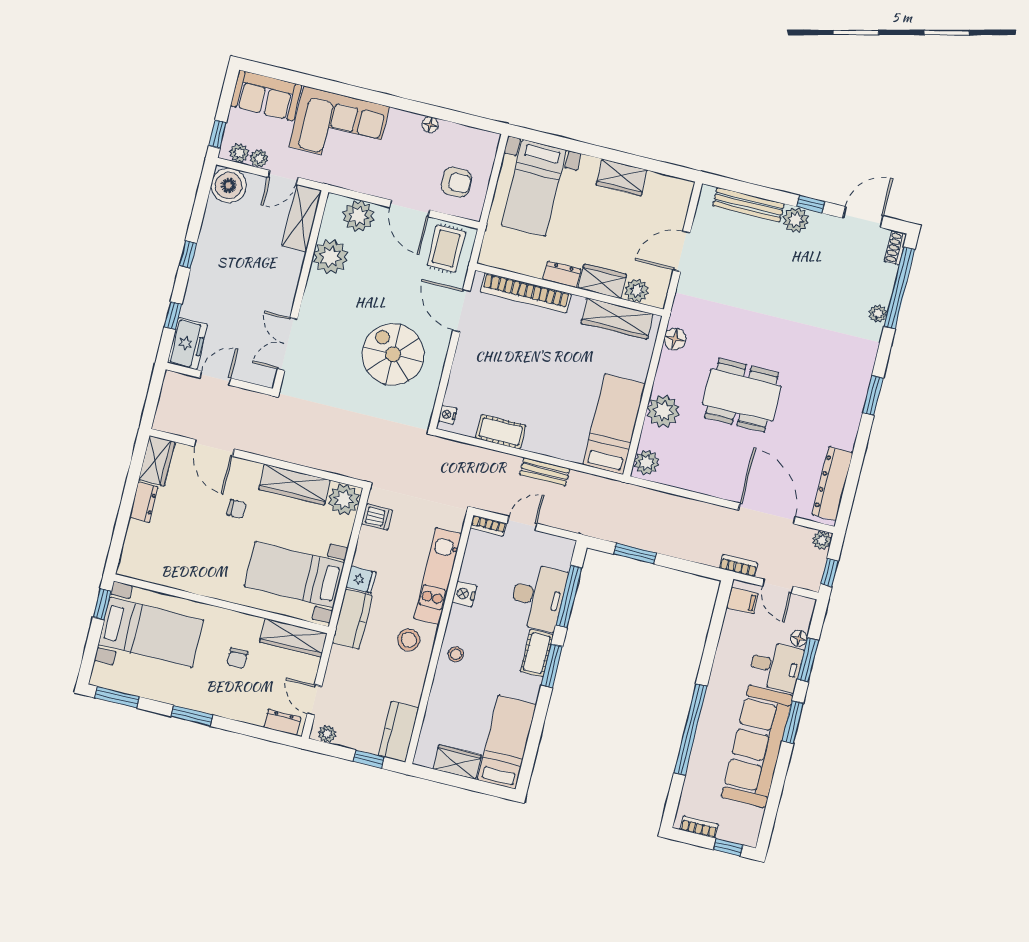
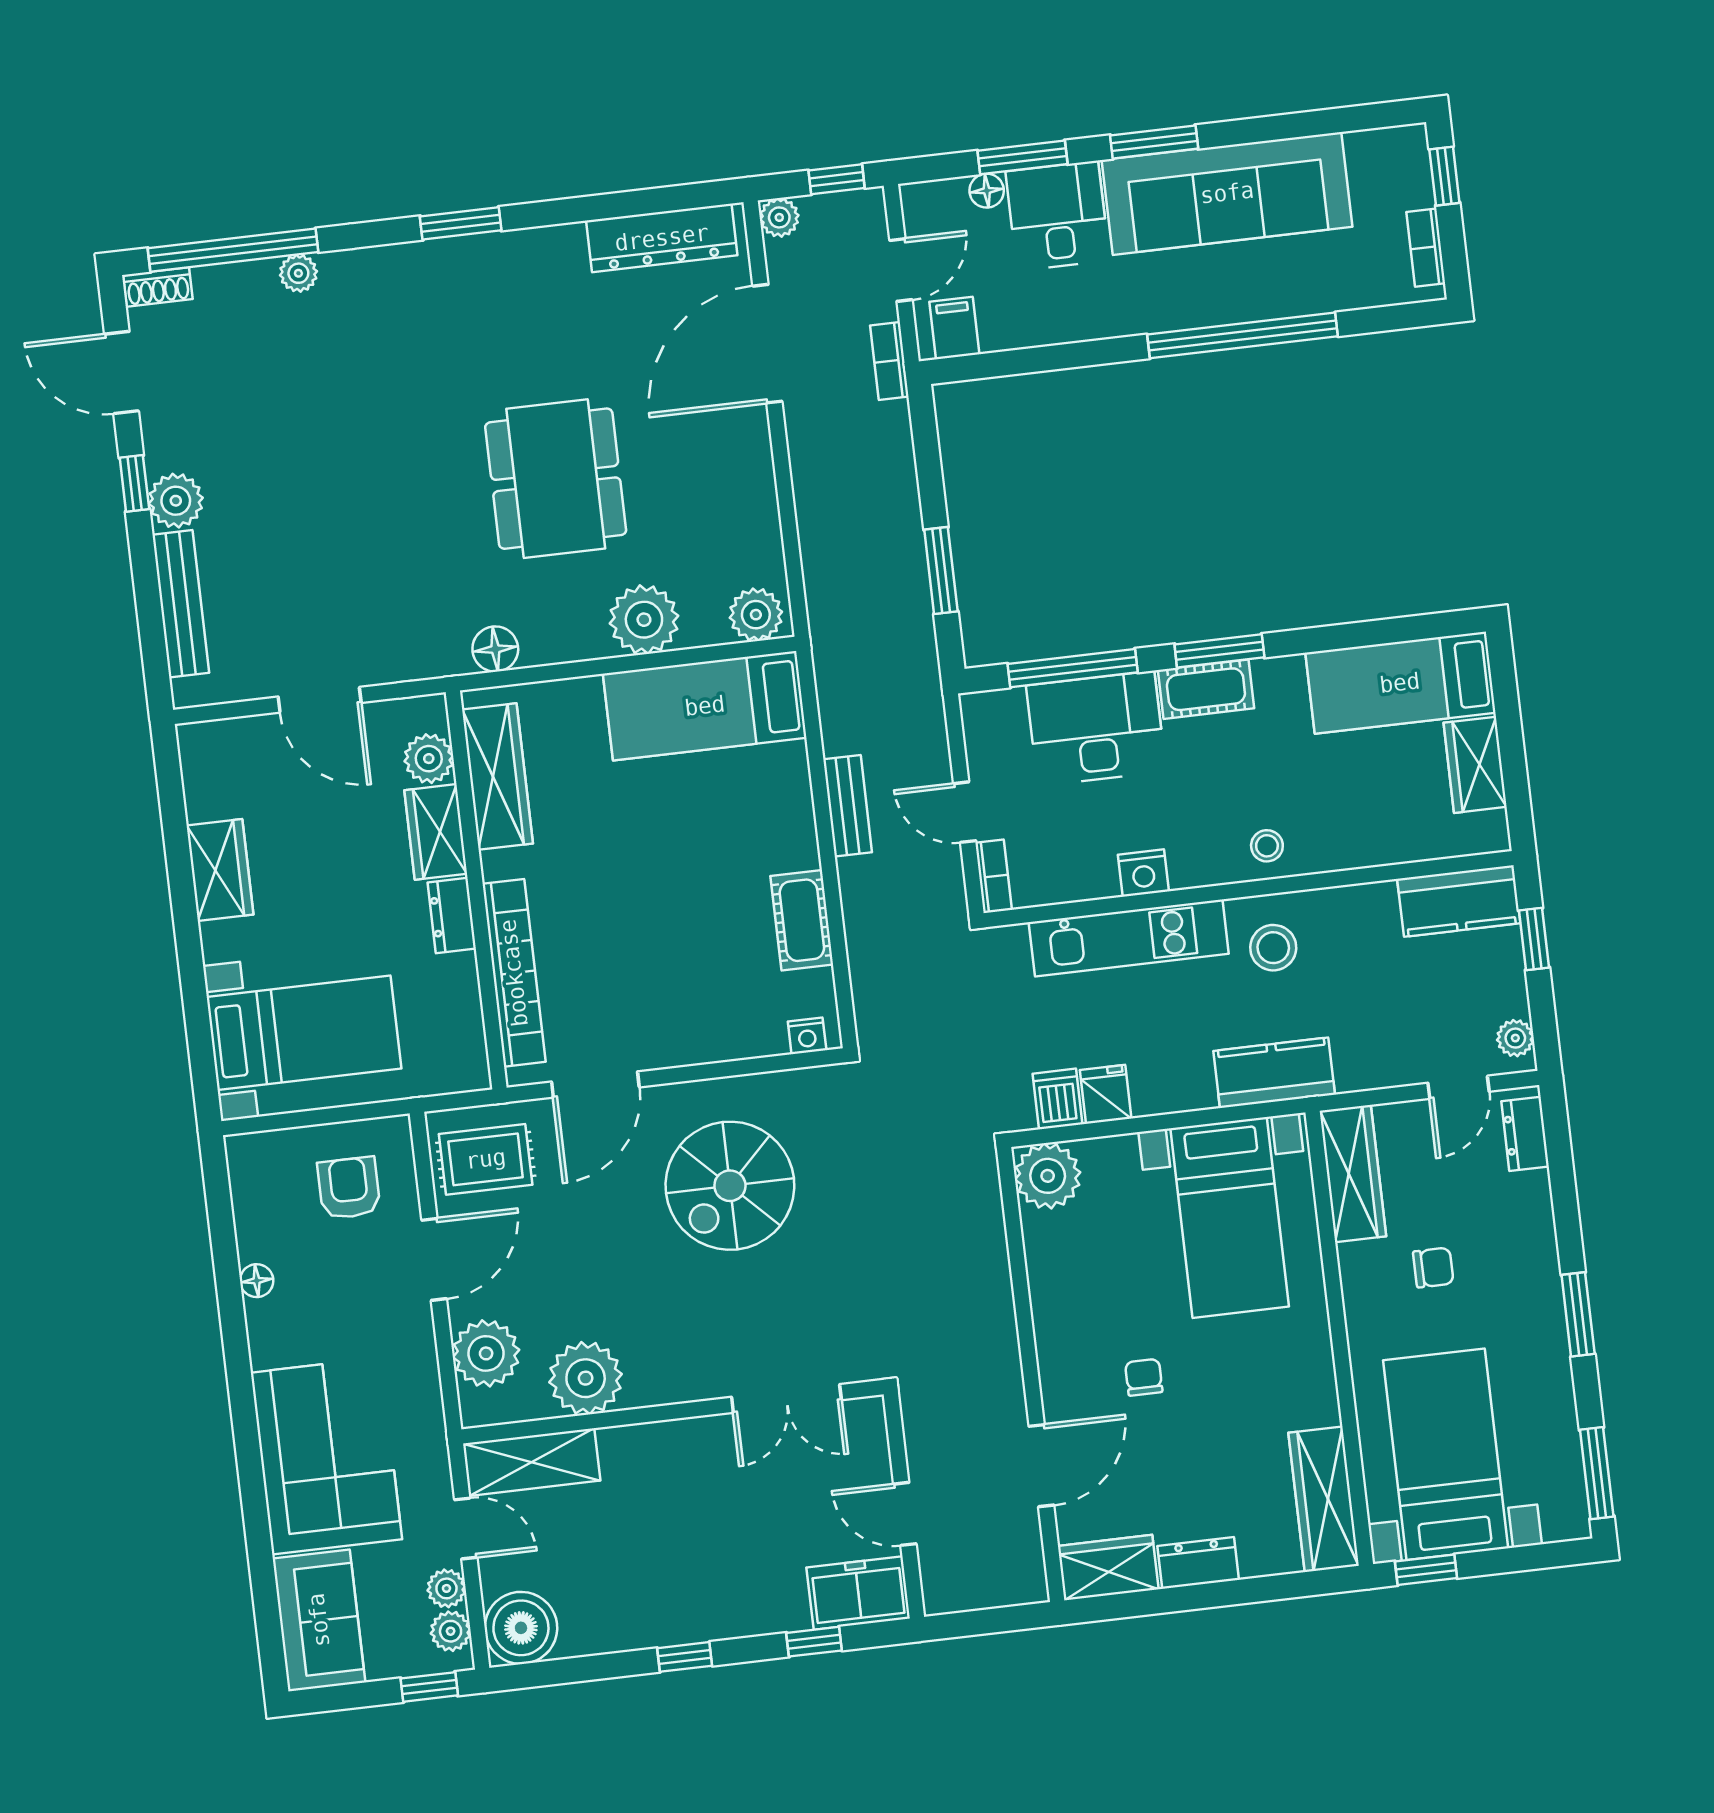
wardrobe: (294, 485) -> (1324, 1499), moved, turned 180
fridge: (361, 580) -> (1106, 1094), moved

